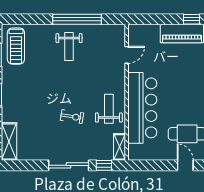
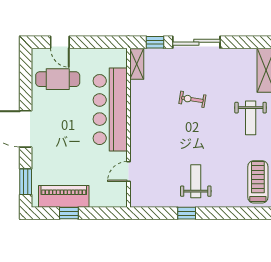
window: (77, 19) -> (187, 213), width x0.32
window: (192, 19) -> (69, 213), moved
weight bench: (109, 109) -> (251, 118), moved

